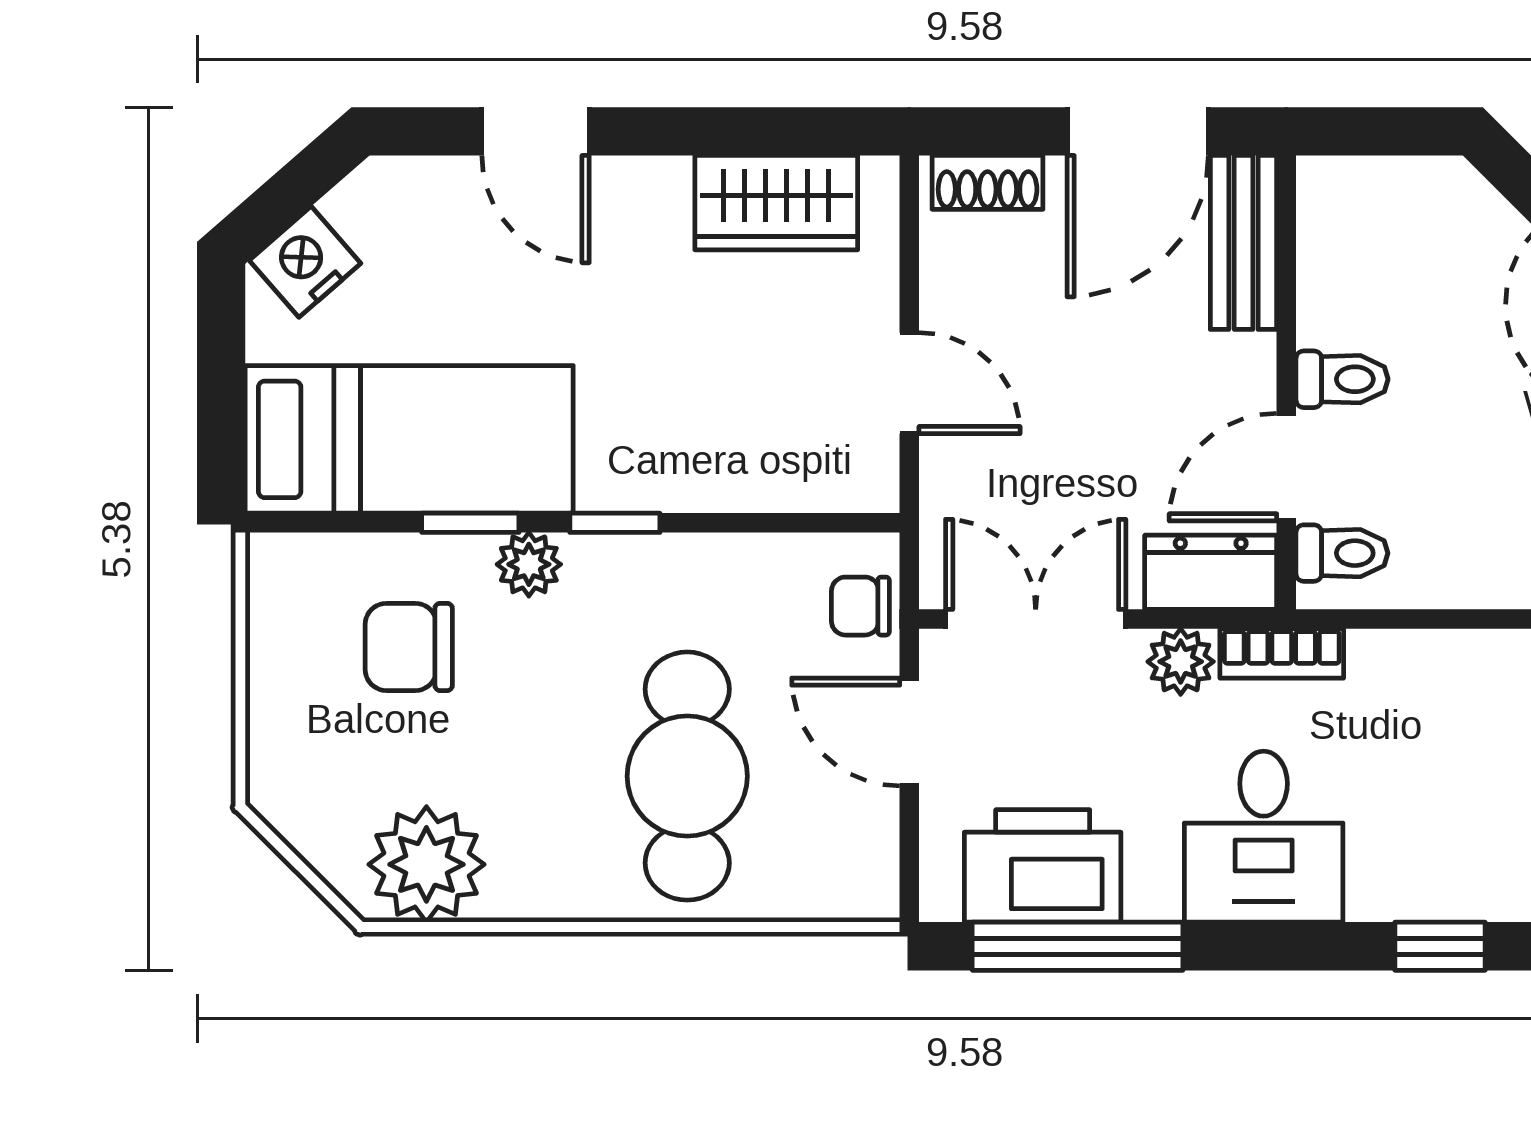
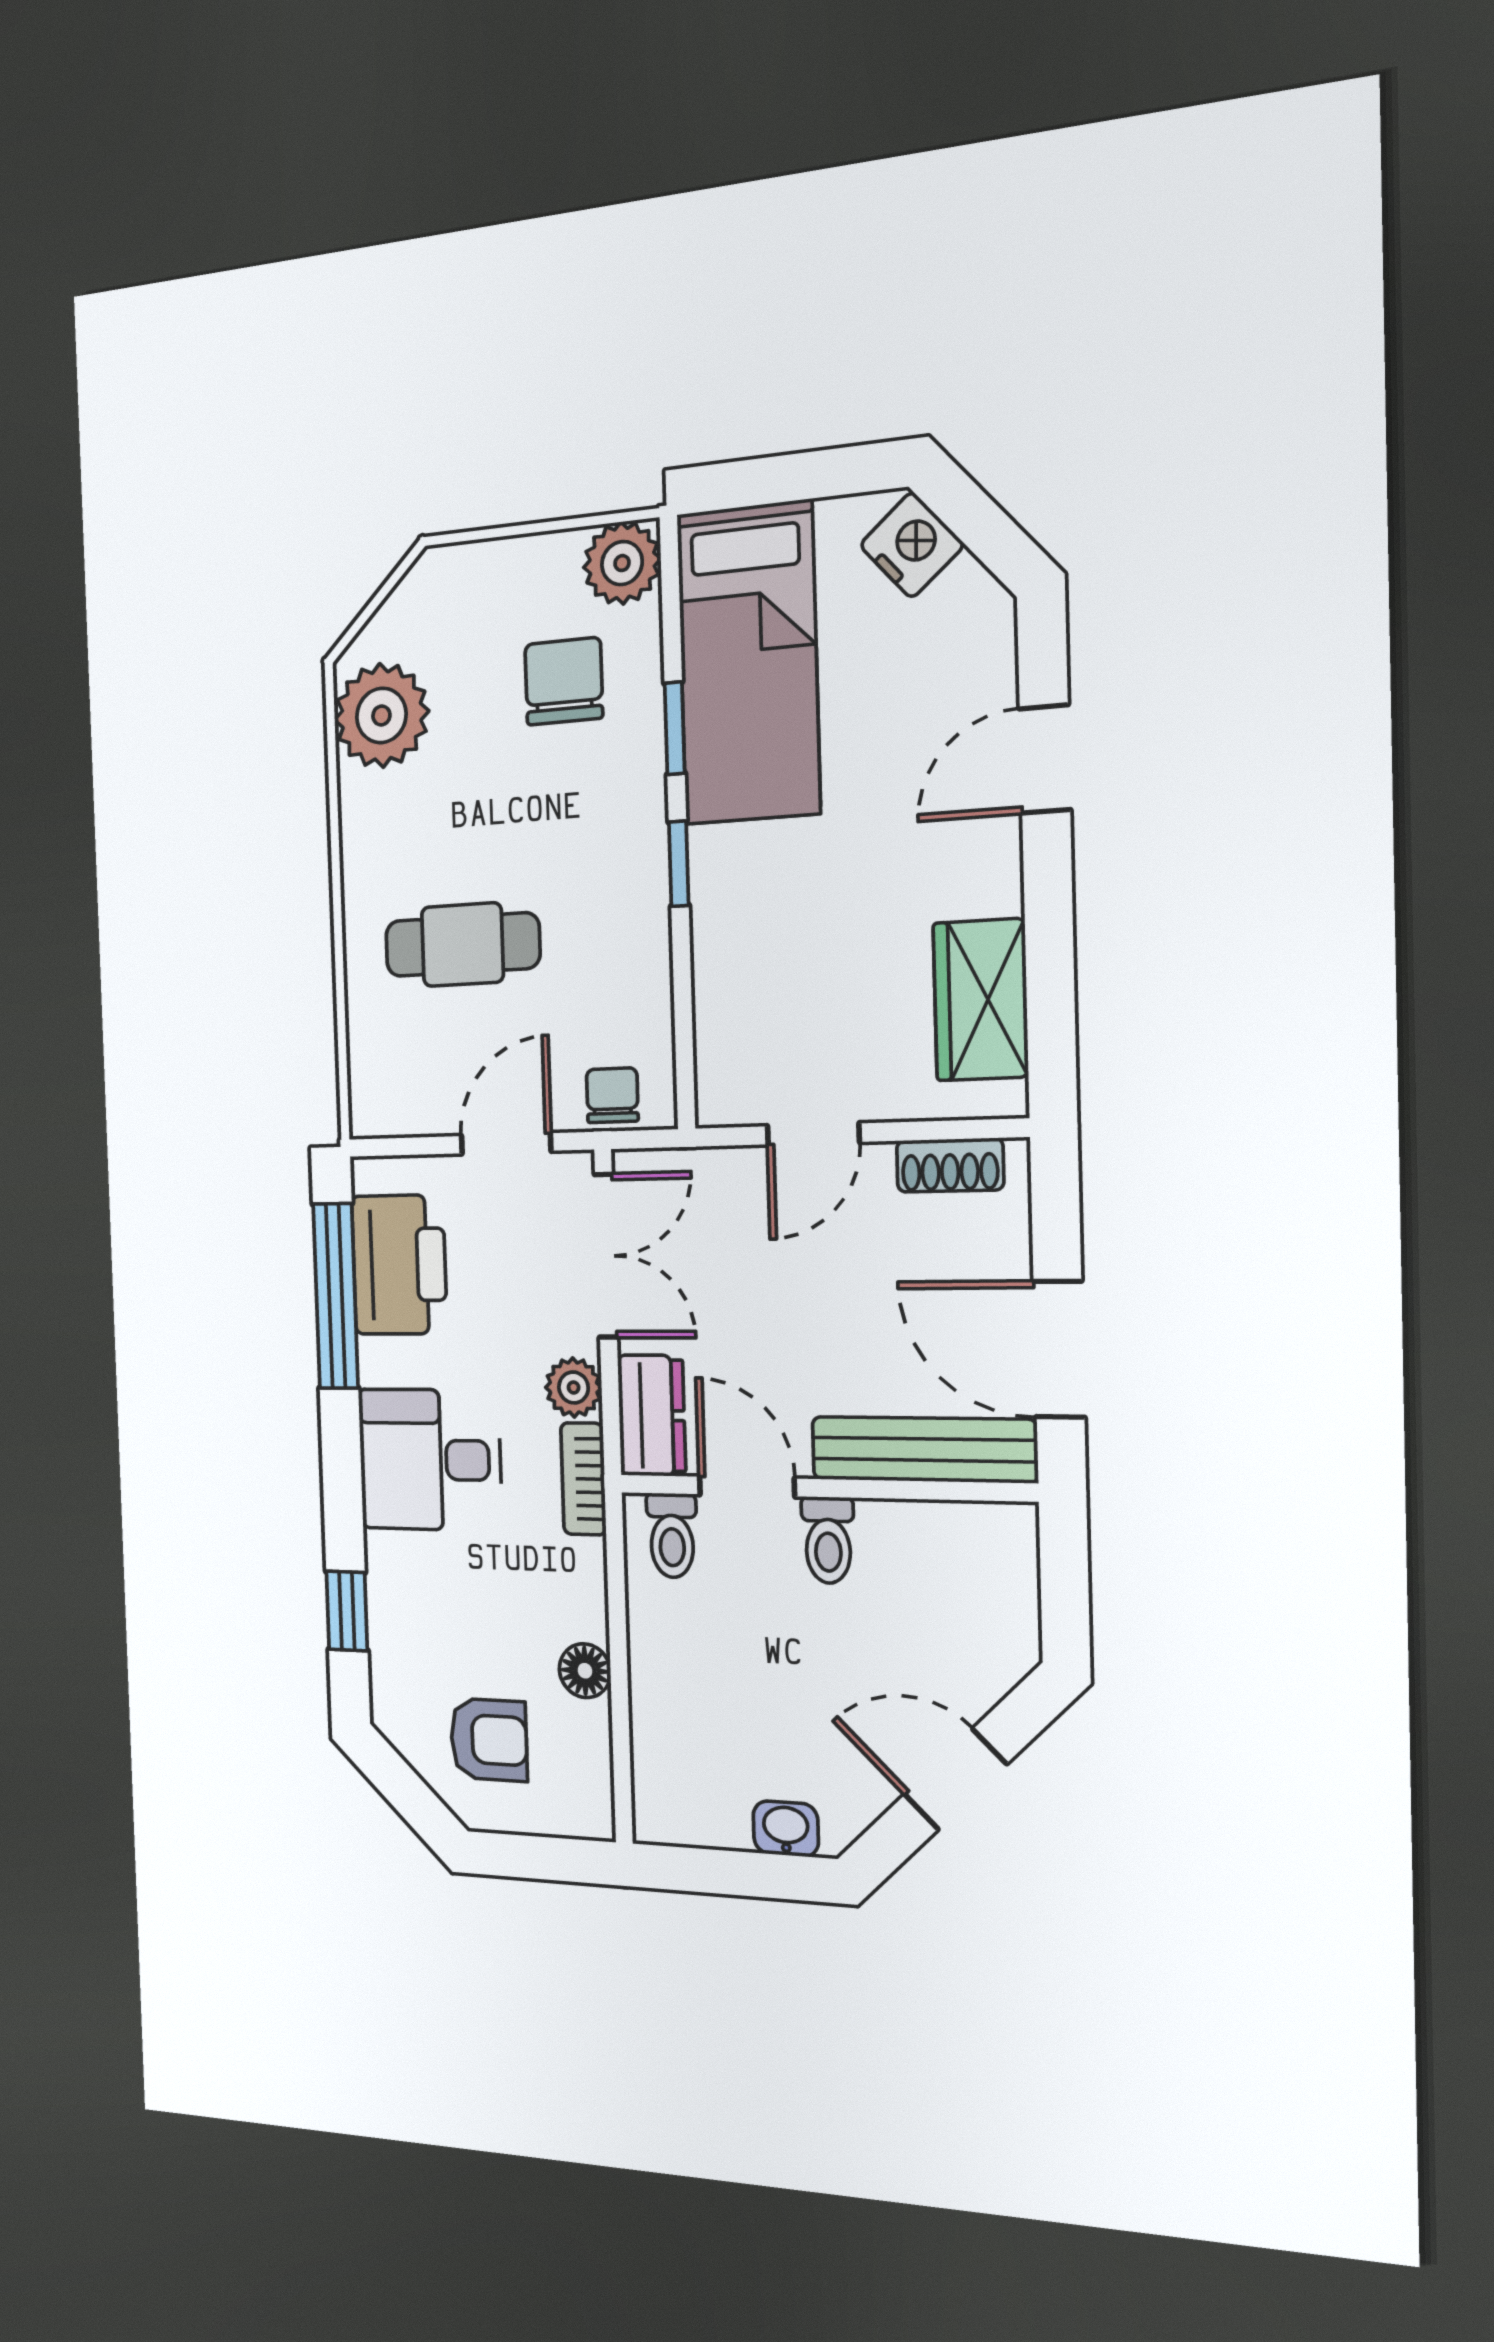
shoe rack: (988, 182) -> (950, 1165), moved, turned -90
bench: (1243, 242) -> (924, 1450), width x1.36
plant: (529, 564) -> (622, 563), moved, width x1.38, depth x1.38
floor lamp: (1496, 659) -> (585, 1671), added
cafe table: (687, 776) -> (462, 945), width x0.73, depth x0.74

